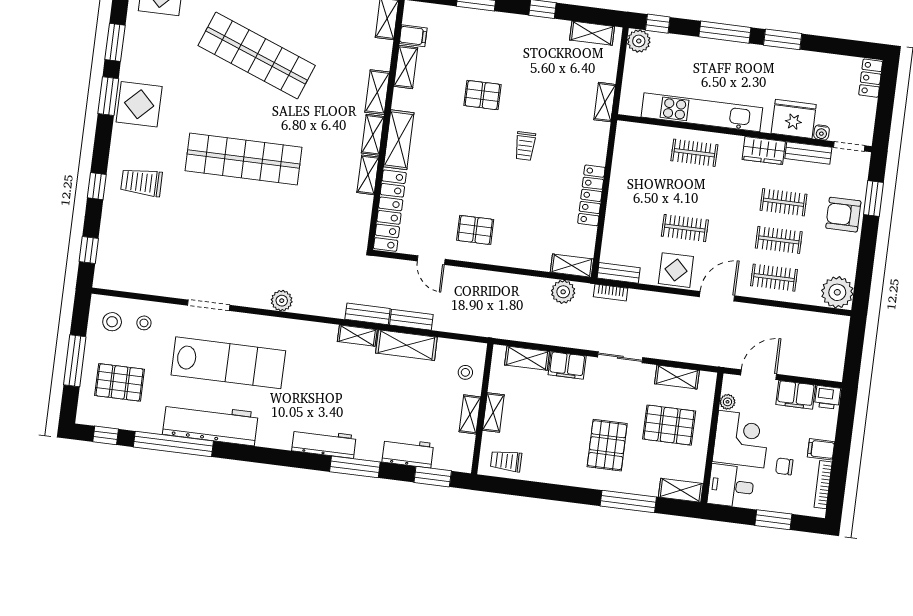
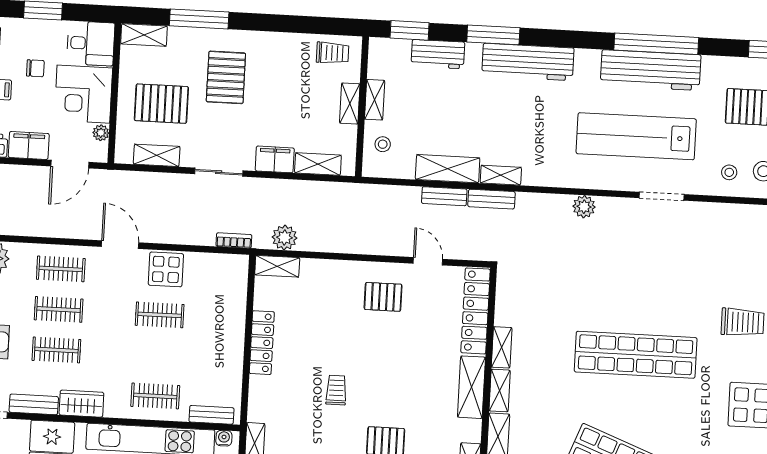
water cooler: (822, 132) -> (224, 438), moved
bench: (619, 273) -> (211, 415), moved
door: (717, 296) -> (120, 245), swing flipped
workbench: (324, 443) -> (528, 62), width x1.36, depth x1.32
window: (173, 444) -> (656, 44), moved

